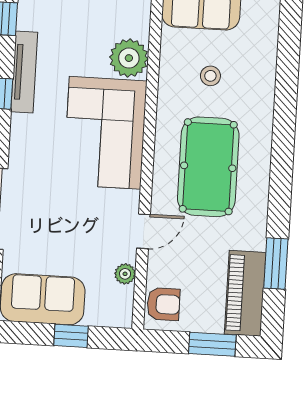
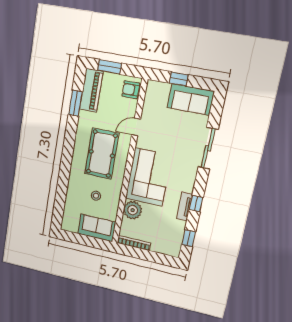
tv unit: (24, 72) -> (184, 206), width x0.71
plant: (125, 274) -> (148, 107), removed

